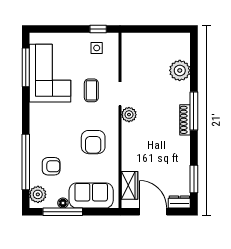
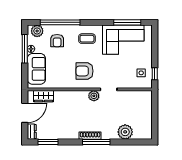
coffee table: (91, 90) -> (87, 39), moved
armchair: (93, 142) -> (84, 71), moved

